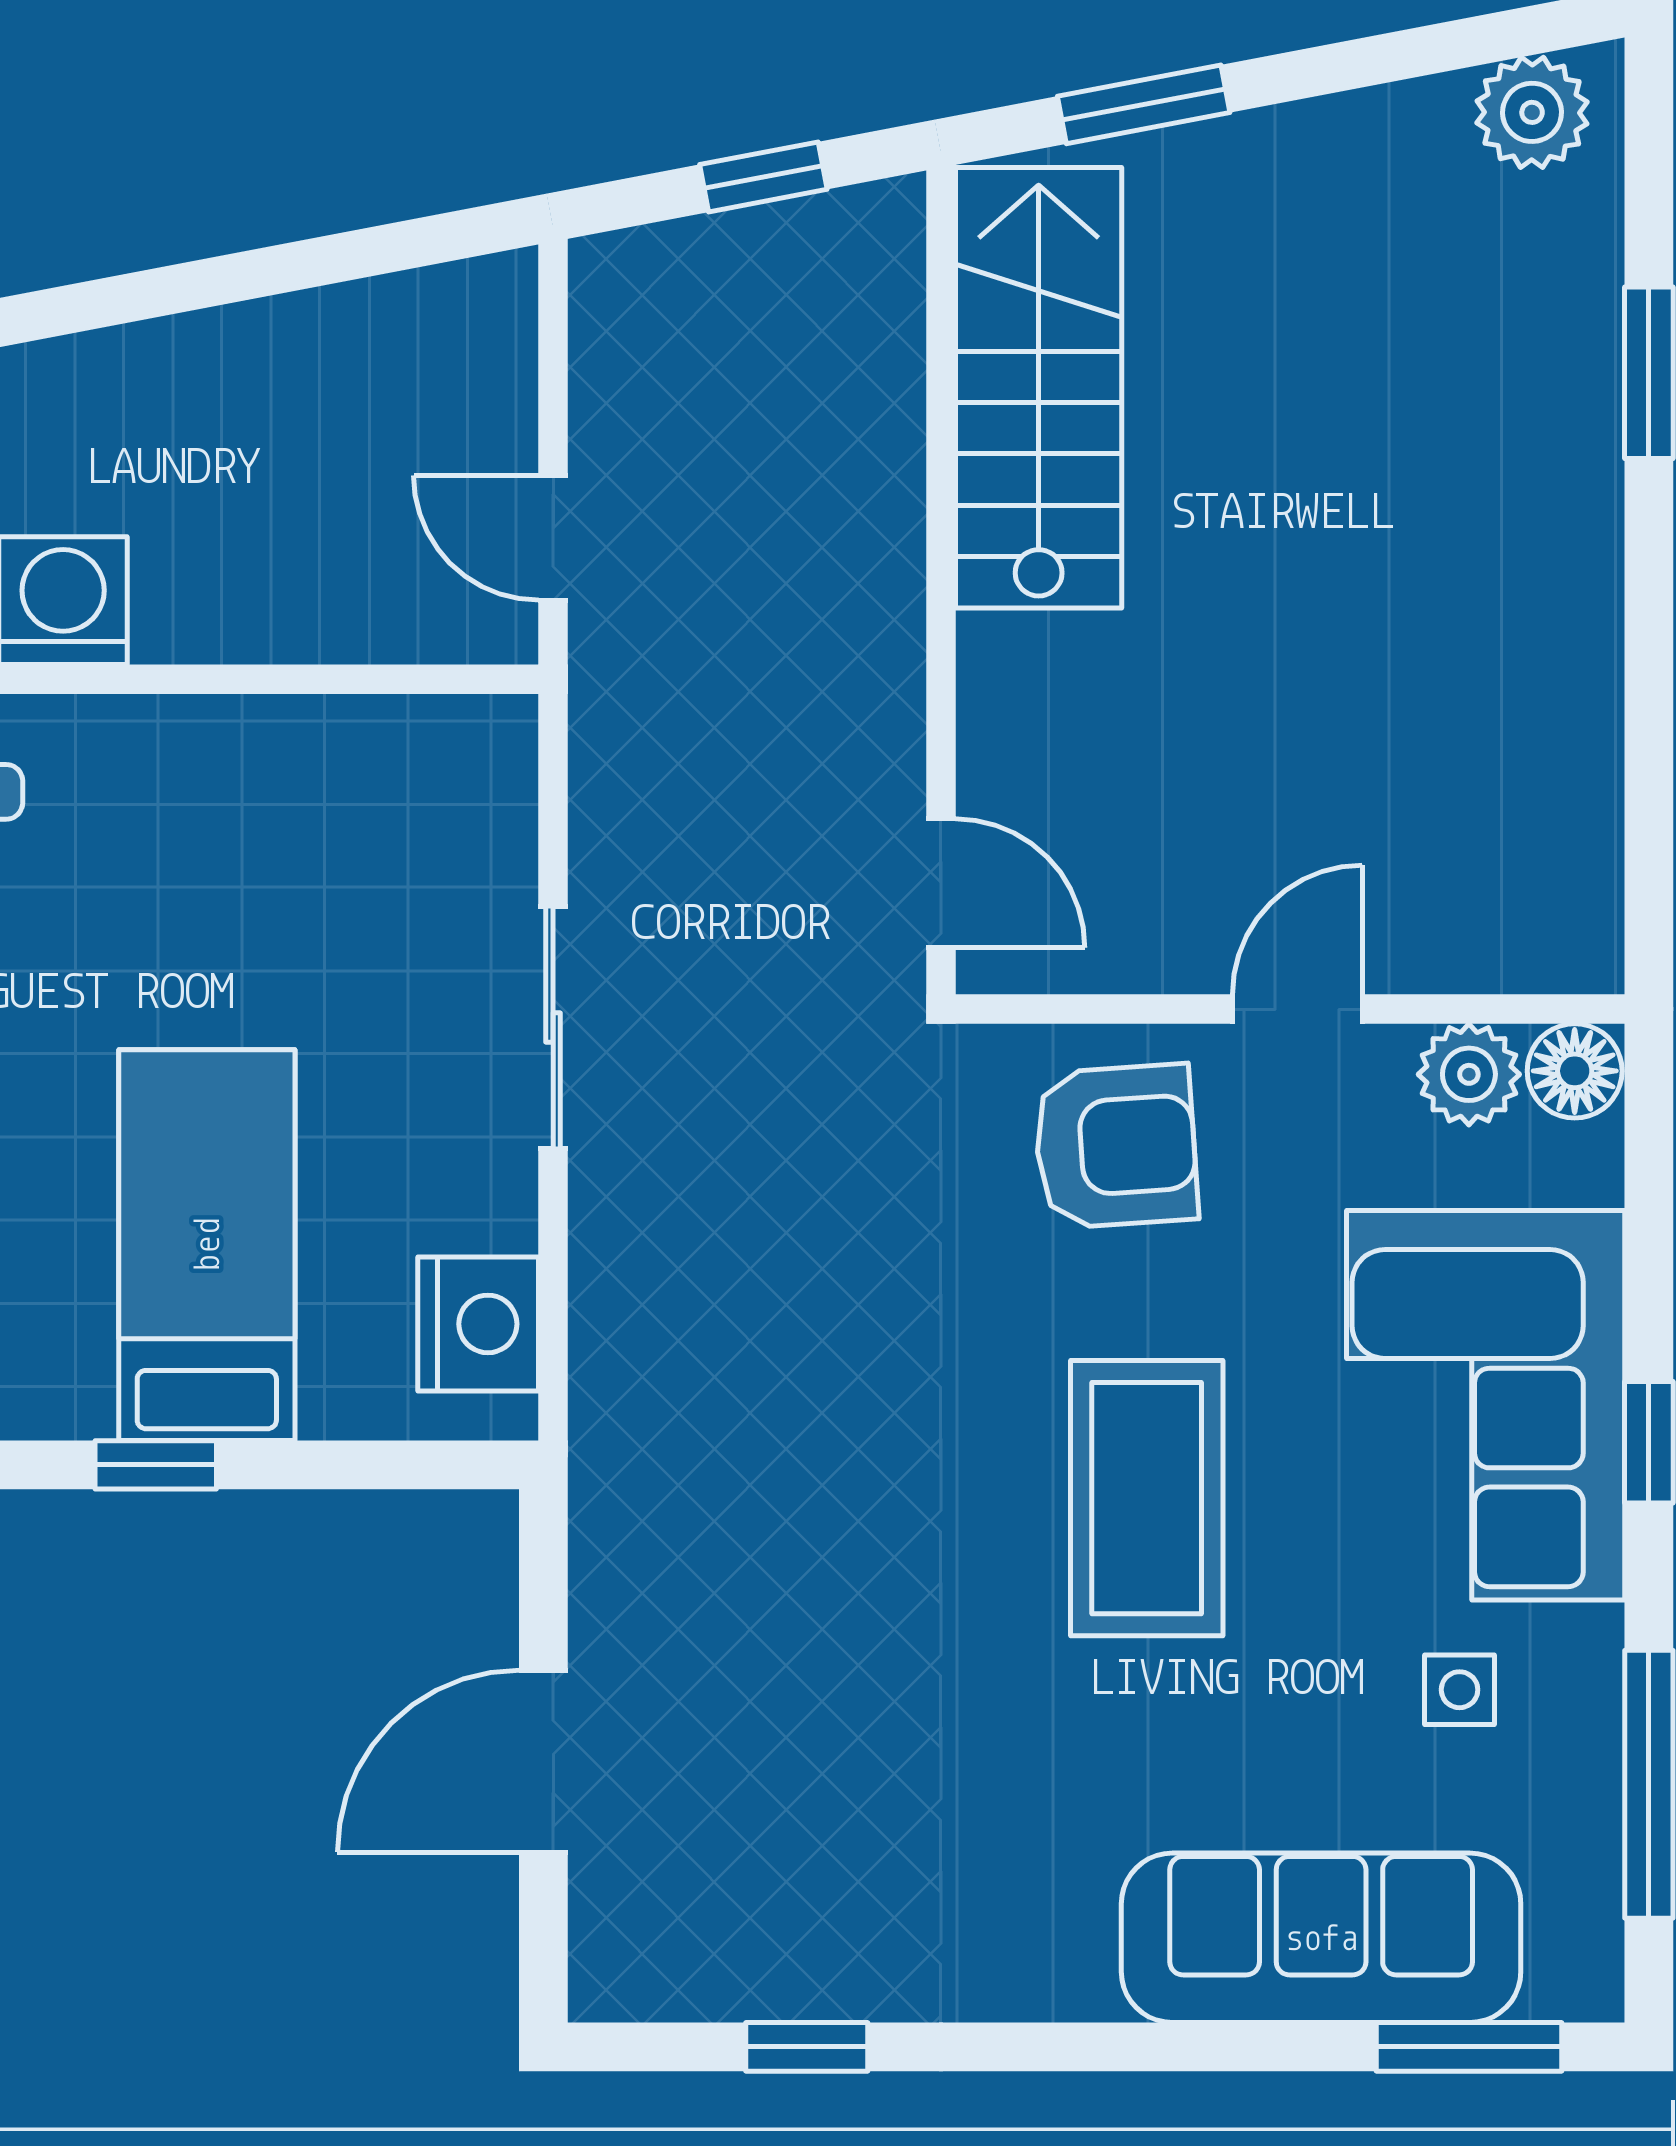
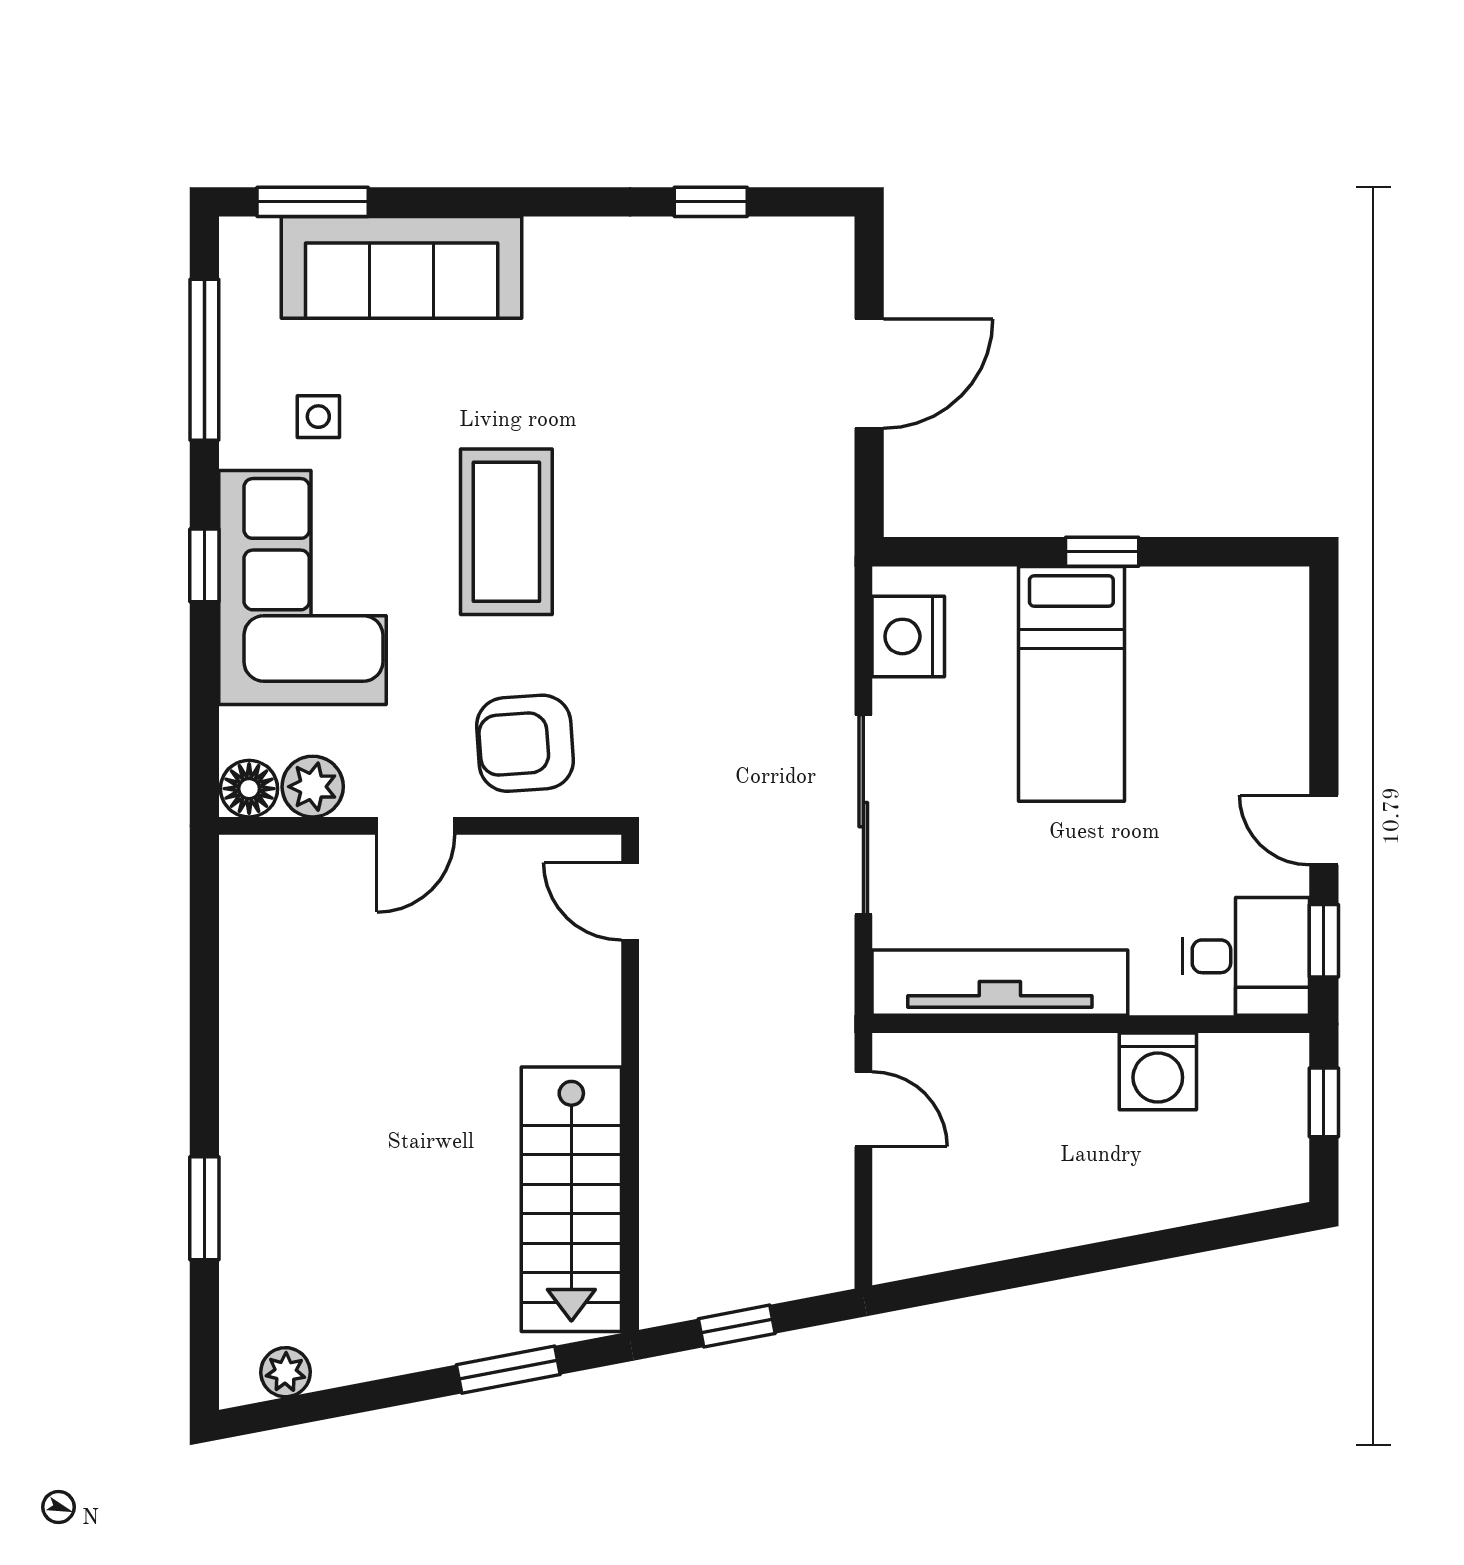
plant: (1532, 112) -> (286, 1372), width x0.73, depth x0.73
tv unit: (326, 748) -> (1000, 983), added
sliding door: (553, 1027) -> (863, 815), width x1.37

